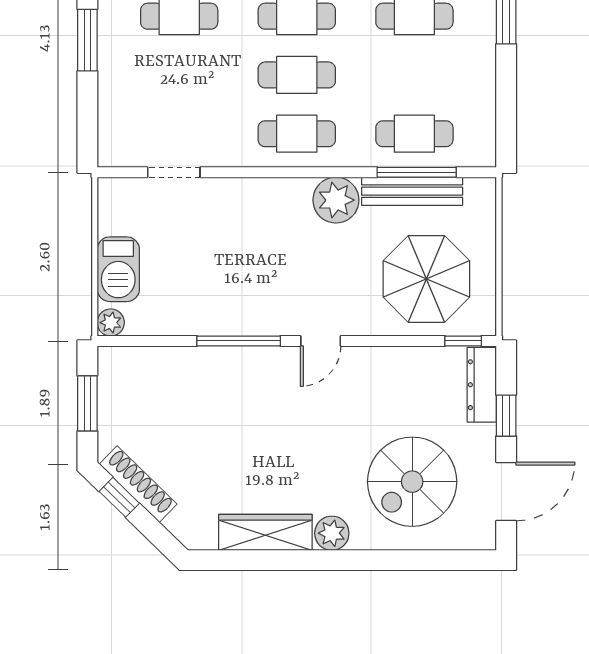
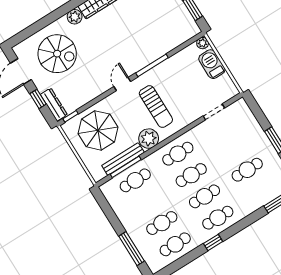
sun lounger: (282, 254) -> (156, 107), added
spiral stairs: (412, 482) -> (57, 54), turned 90

